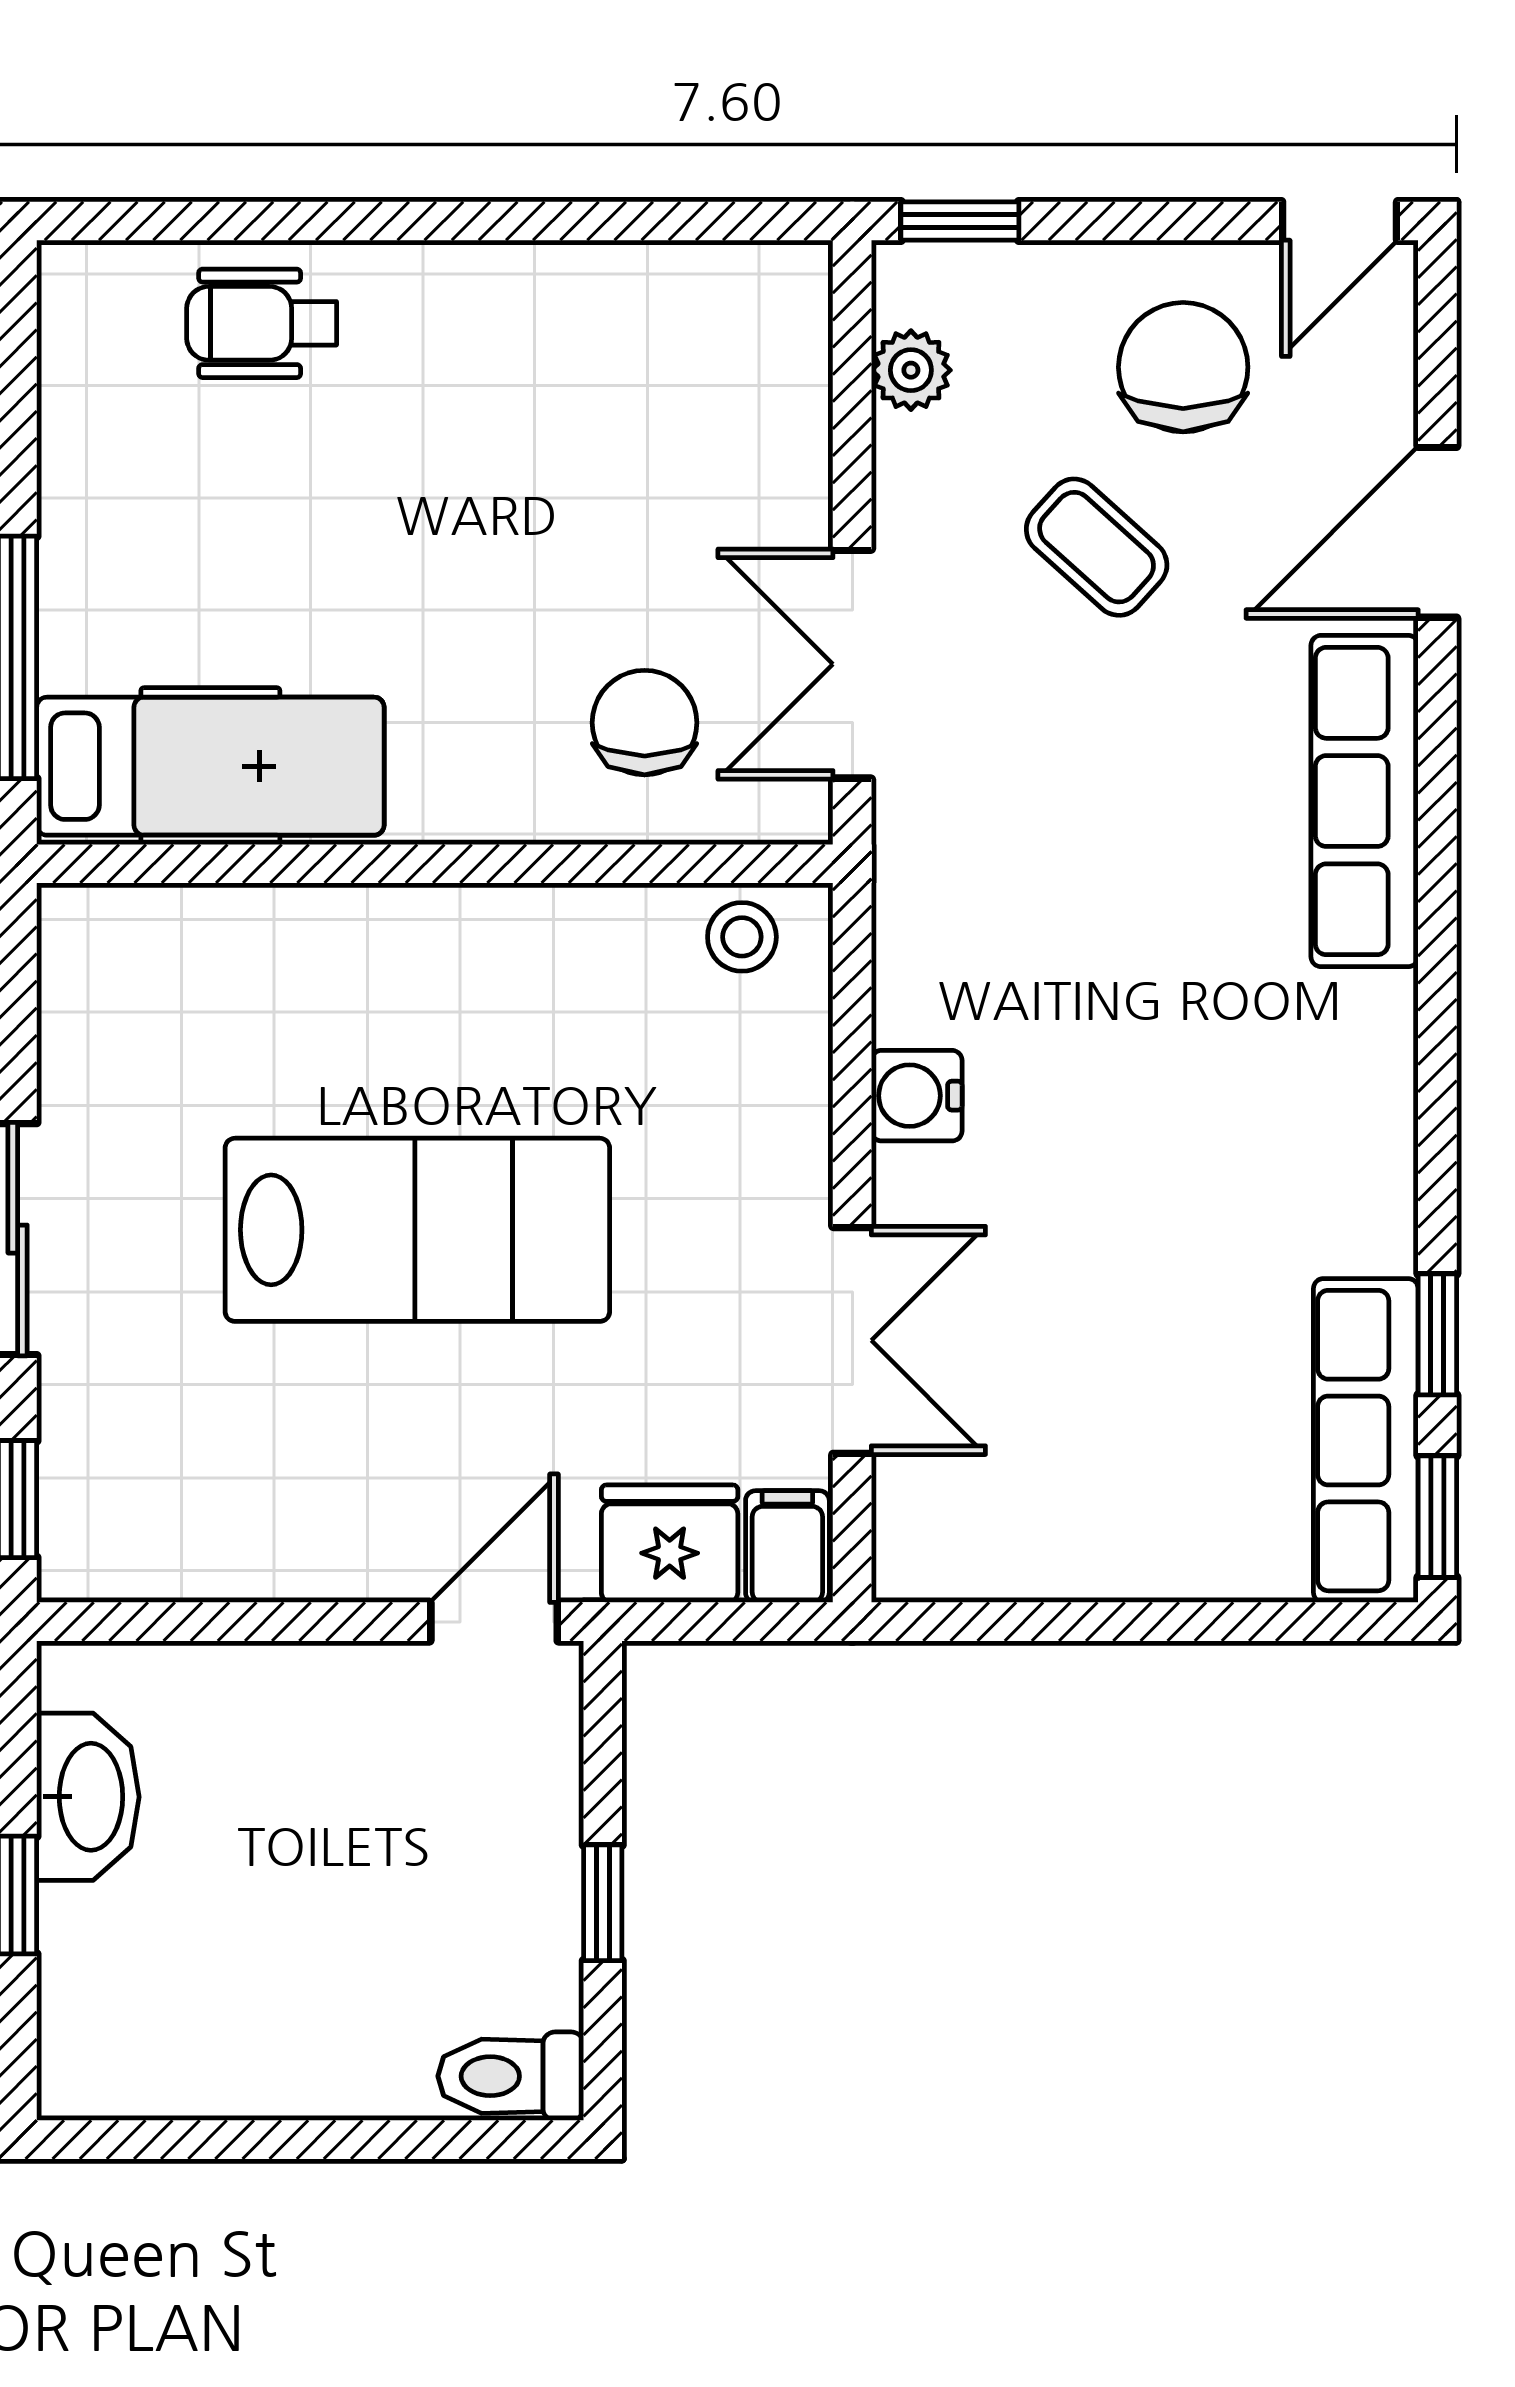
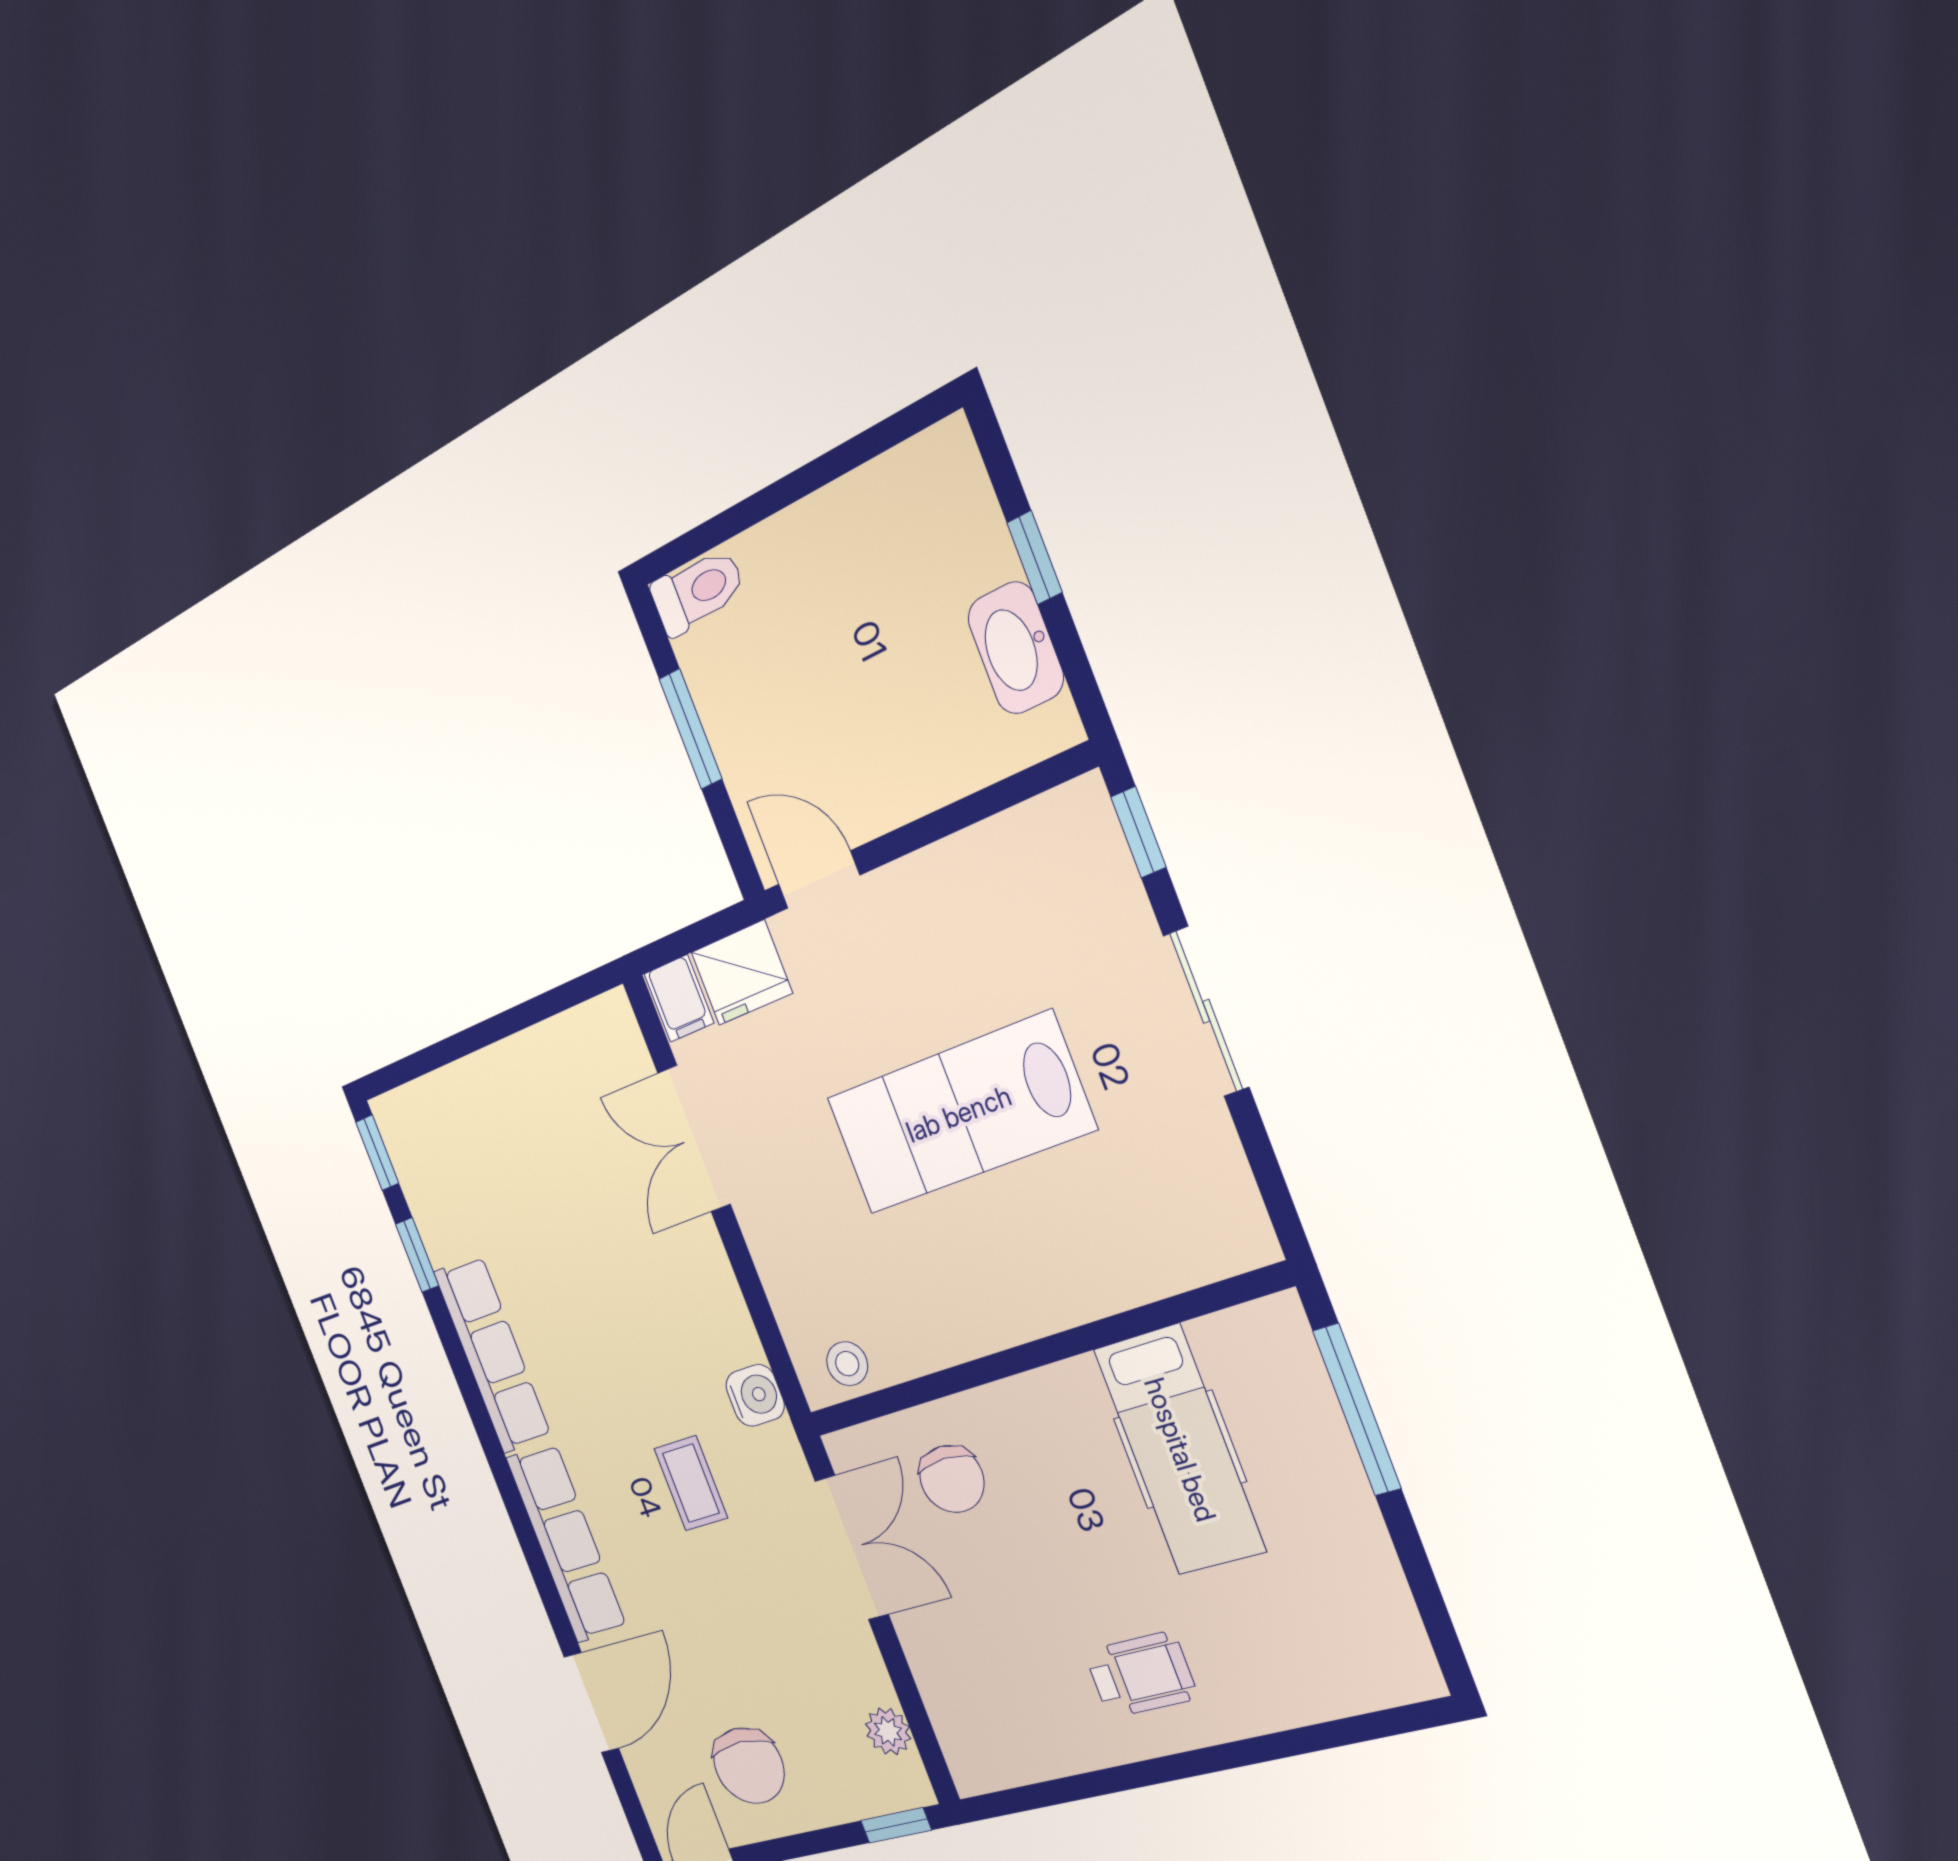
wheelchair: (262, 323) -> (1141, 1675), moved
coffee table: (1097, 547) -> (691, 1483), moved, turned 48
hospital bed: (210, 766) -> (1180, 1450), moved, turned -90
water cooler: (917, 1096) -> (755, 1395), moved
row of seats: (1366, 1441) -> (492, 1354), moved
door: (494, 1622) -> (819, 880), swing flipped
window: (603, 1903) -> (691, 729), width x1.50

